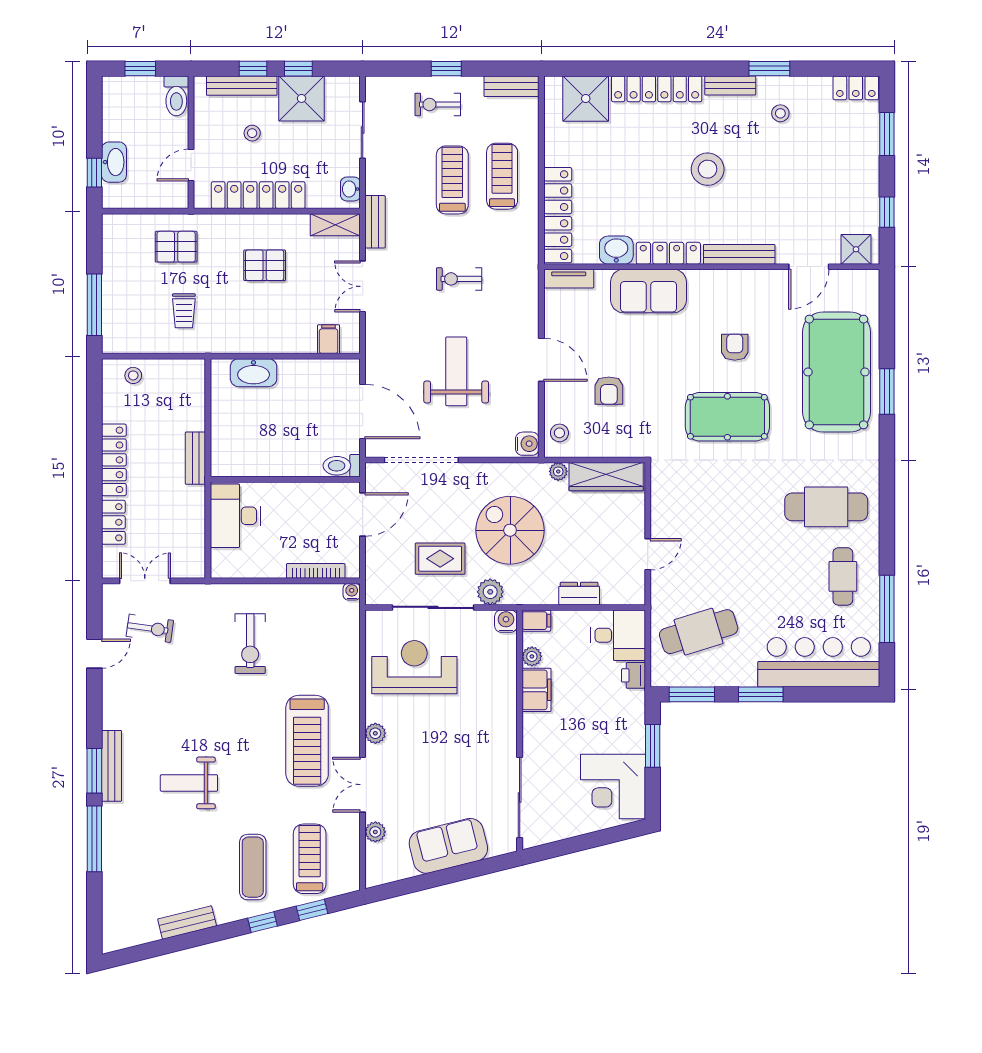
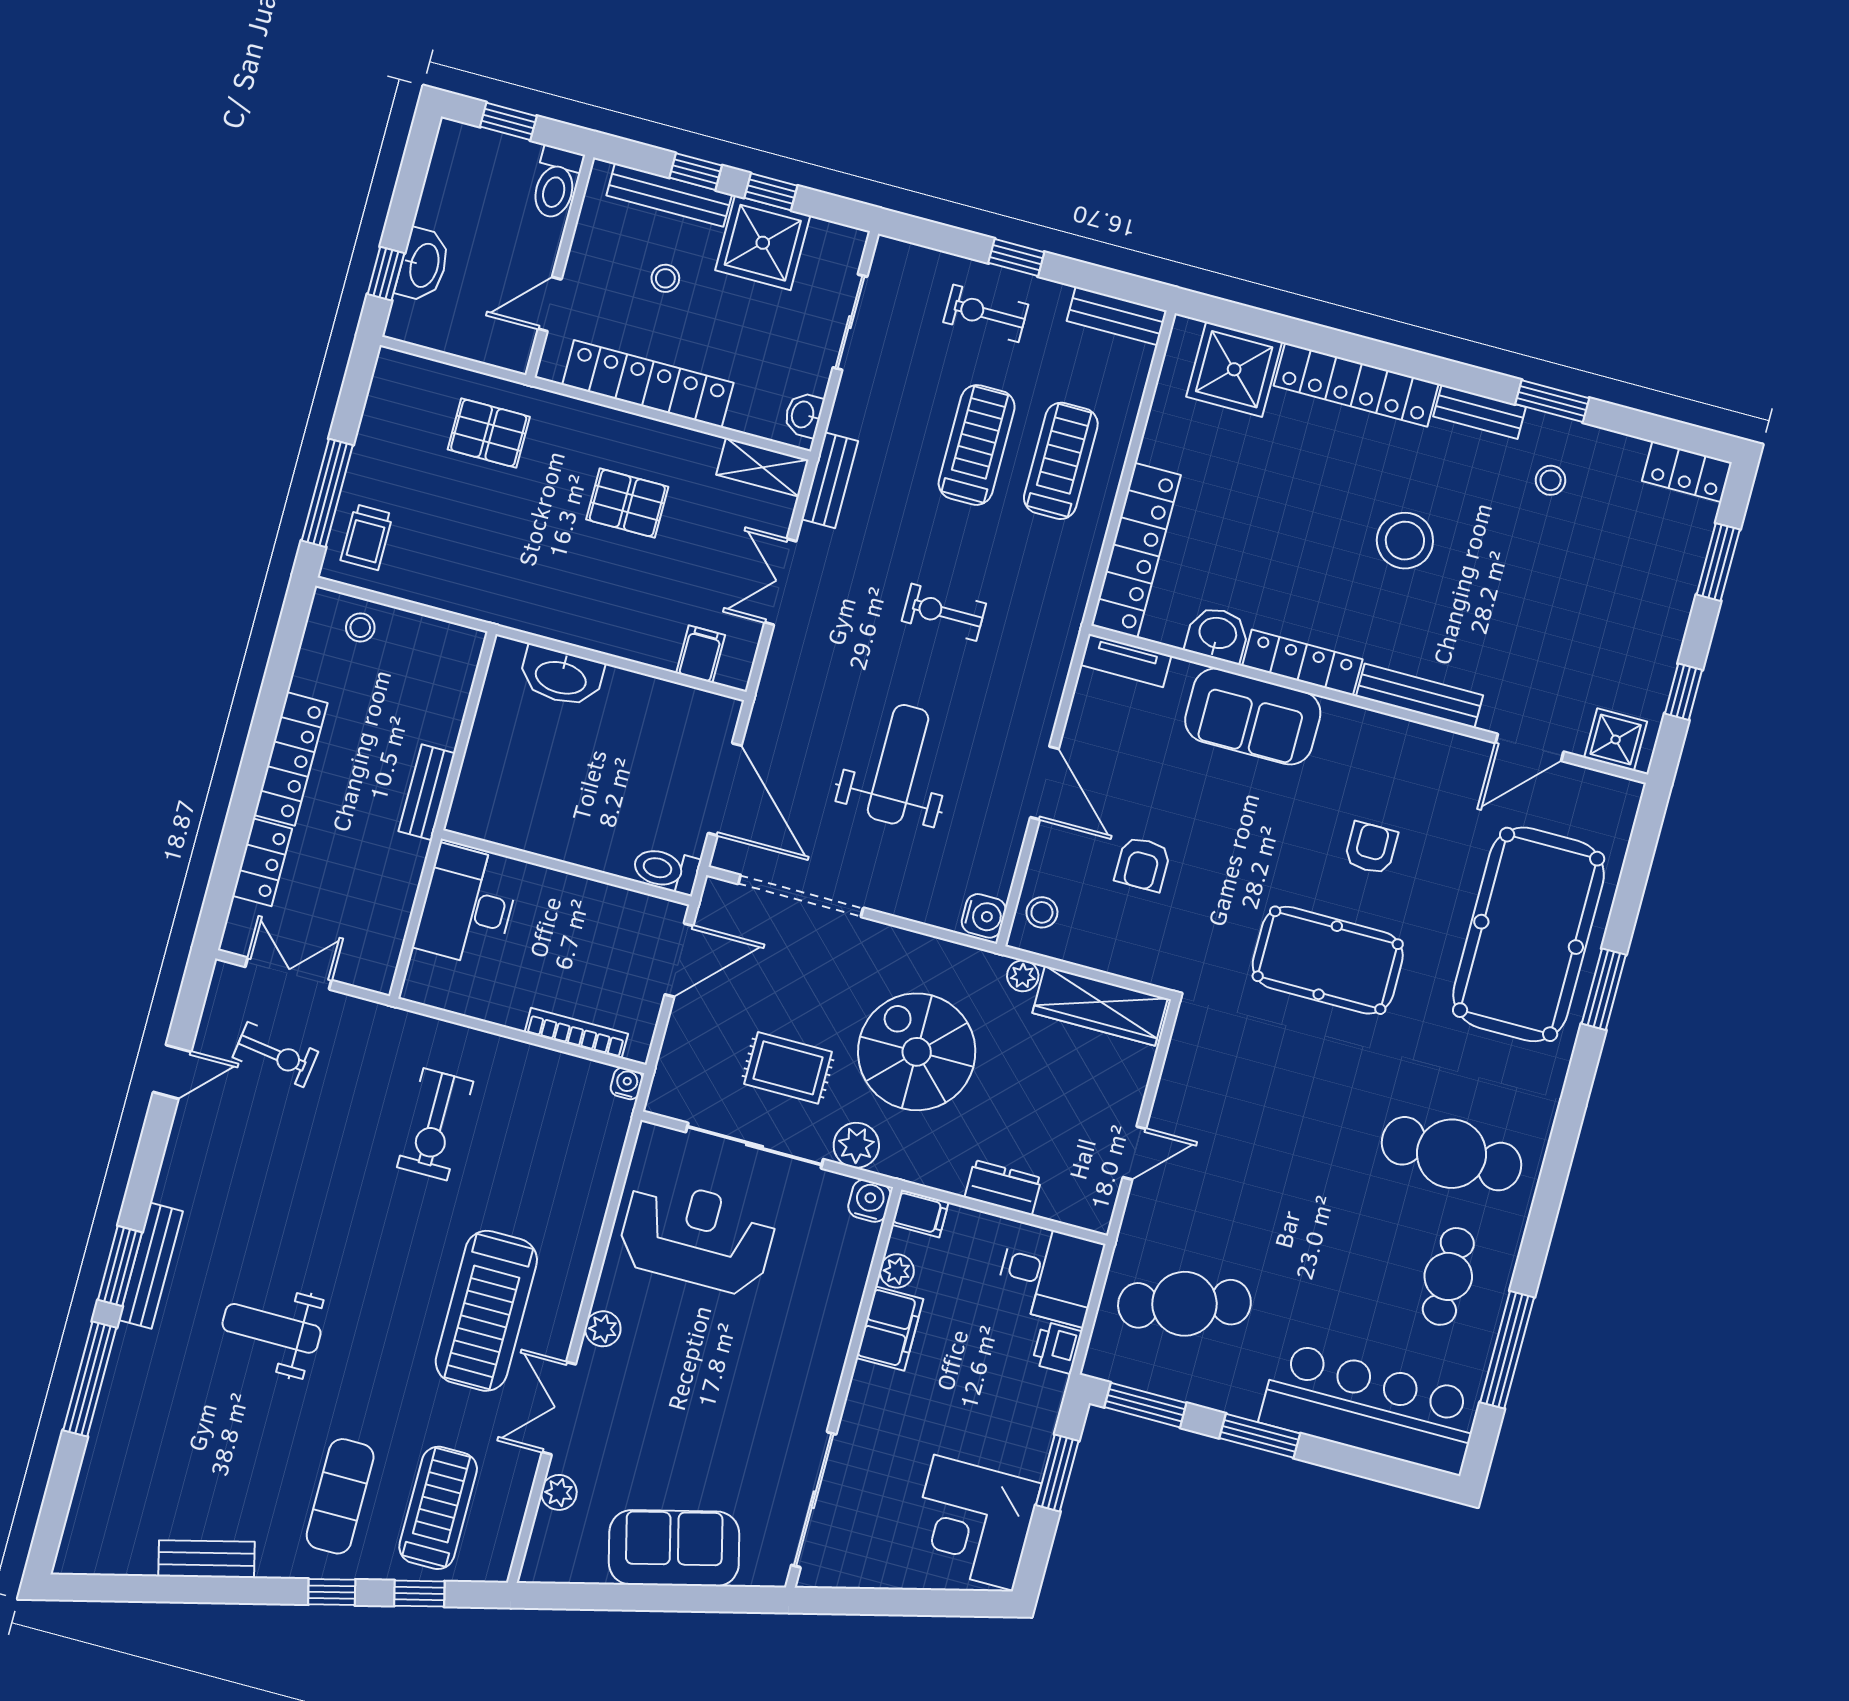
trolley: (184, 311) -> (367, 537), moved

